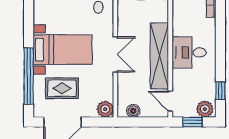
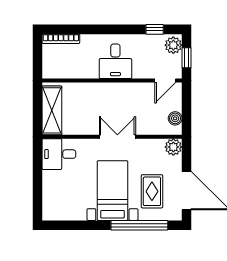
shelving: (159, 56) -> (119, 92), removed

